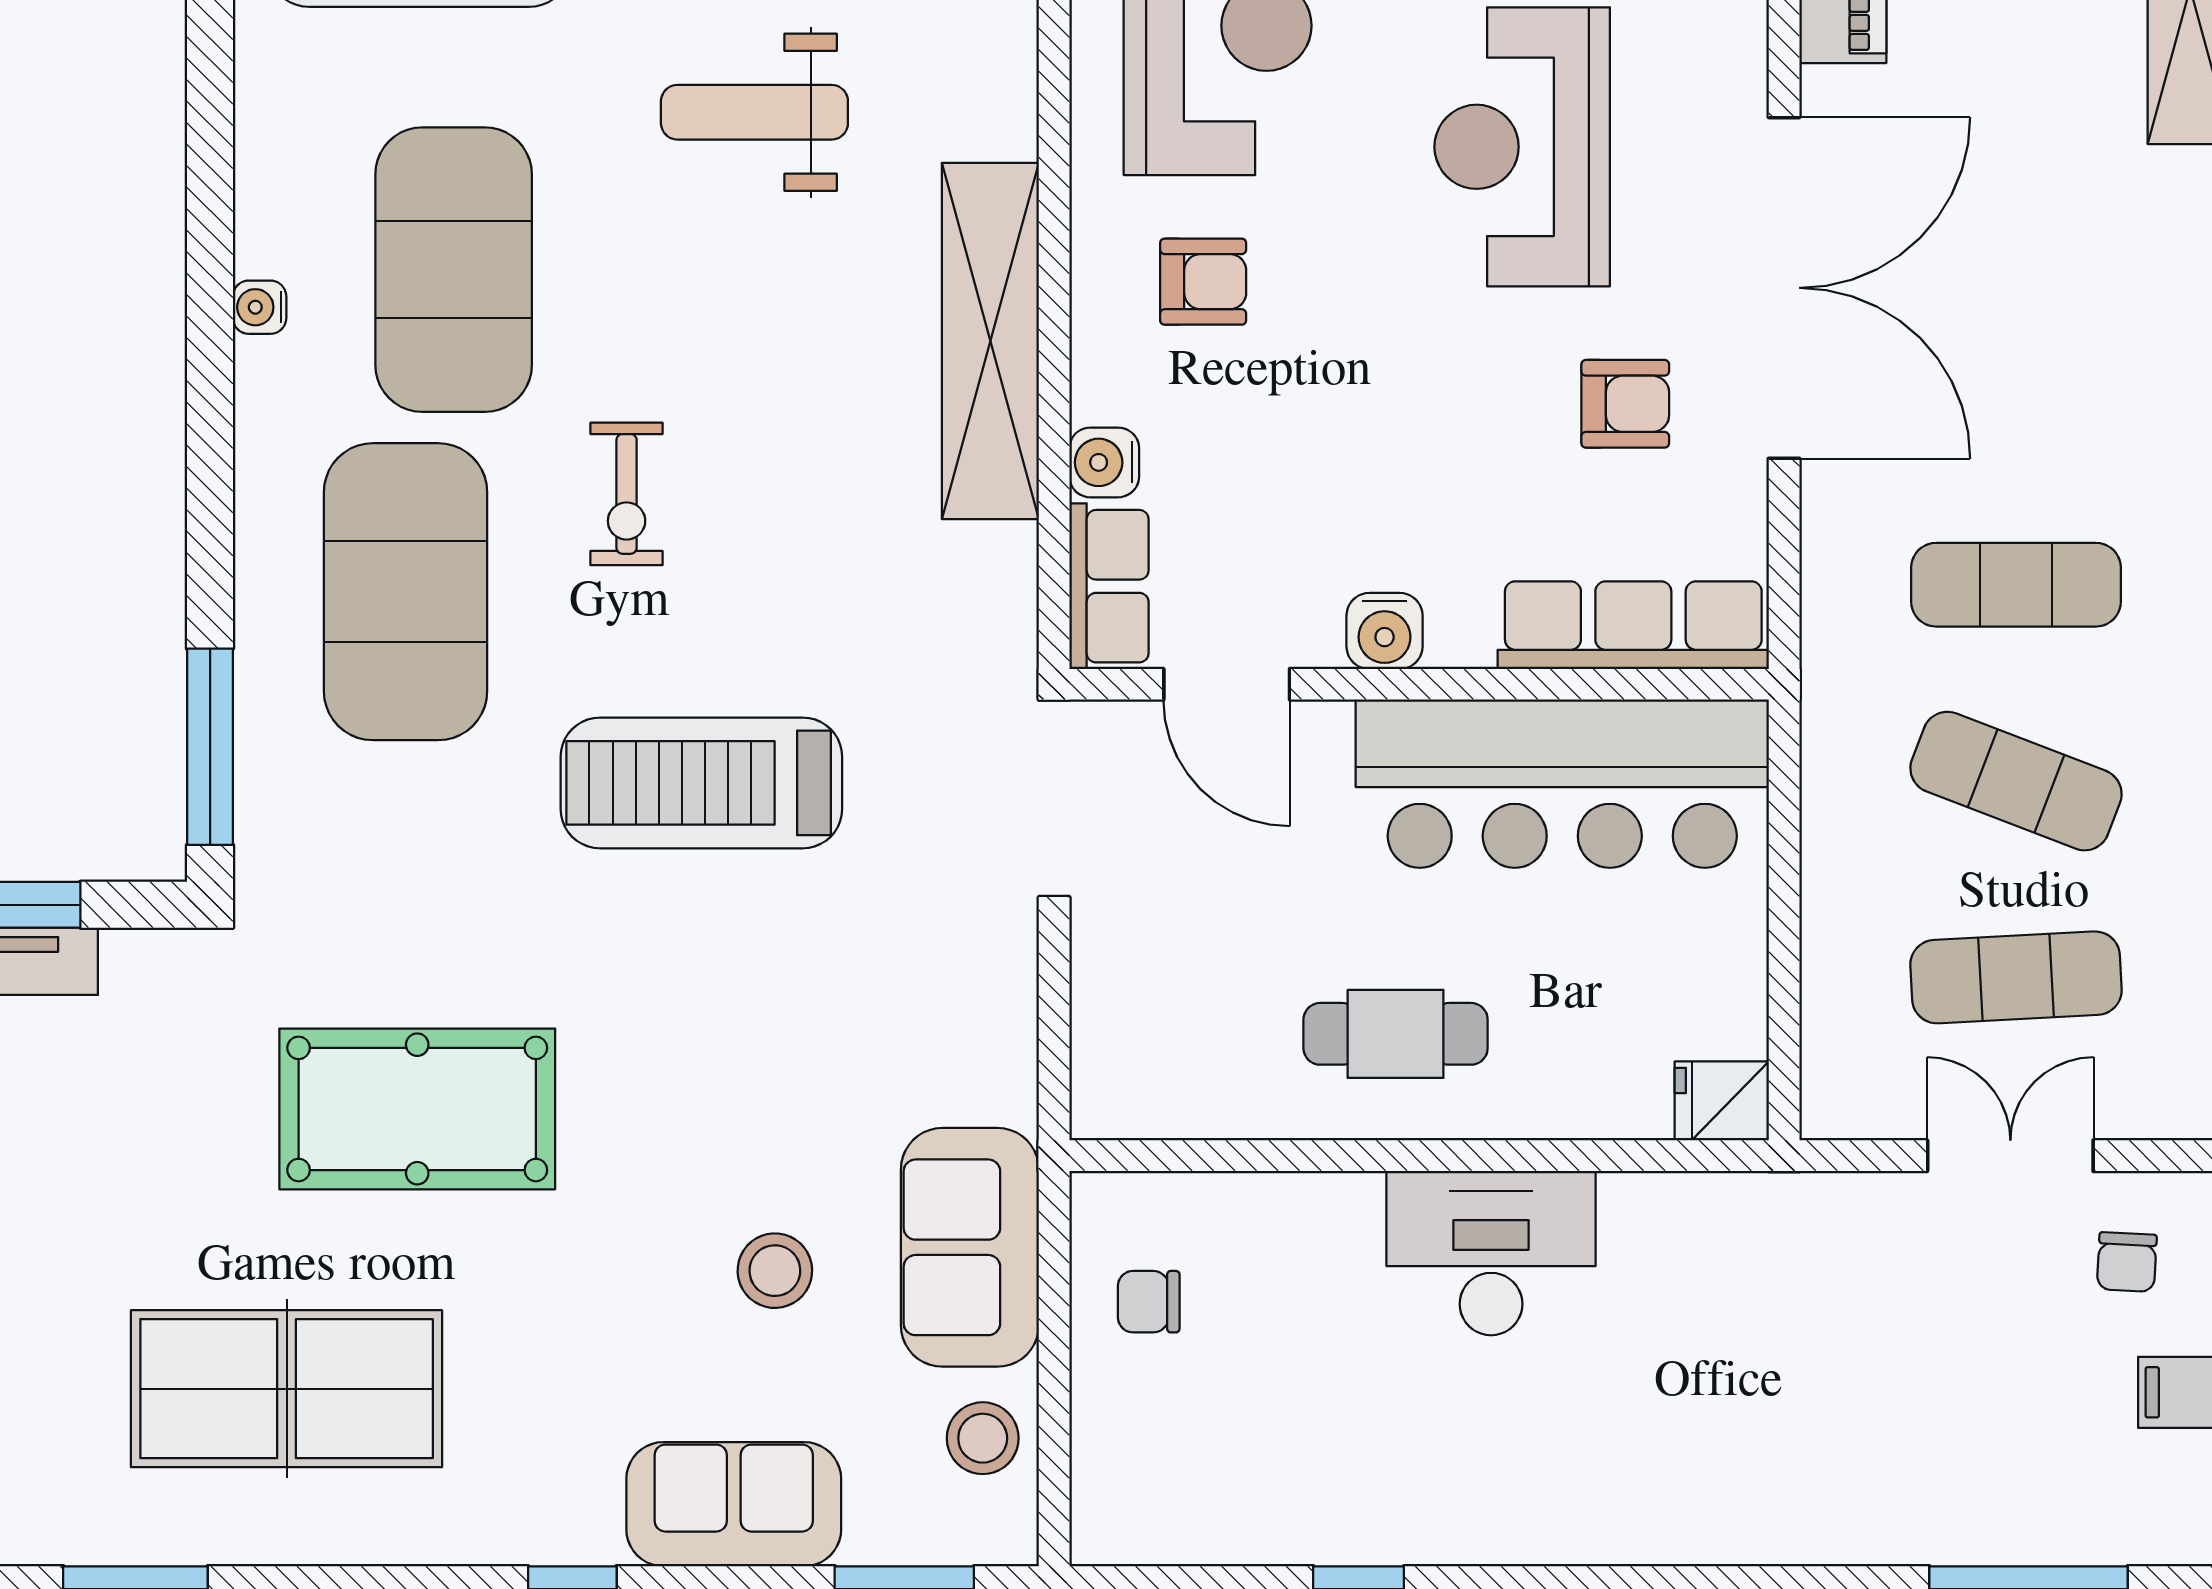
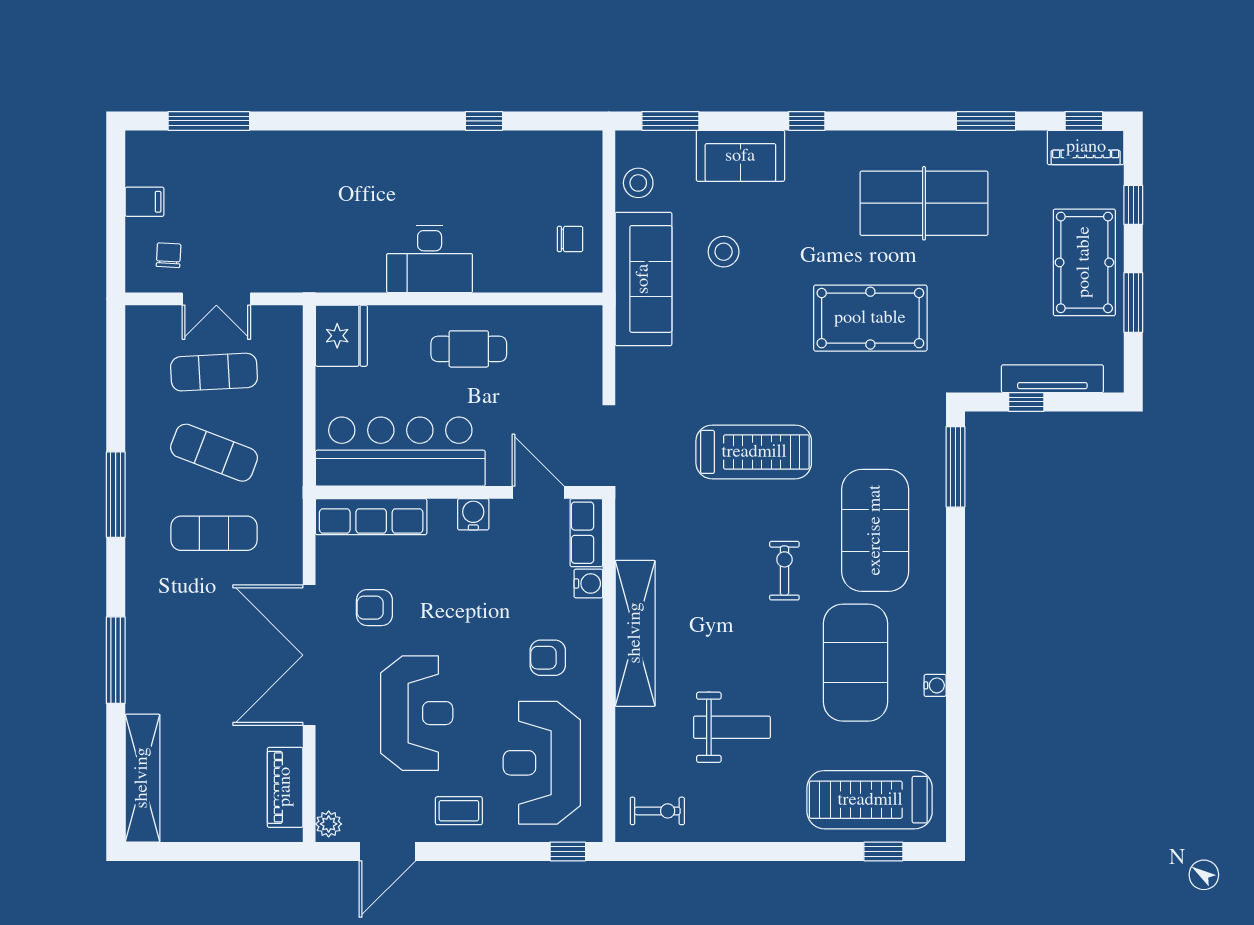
water cooler: (260, 307) -> (935, 685), moved
fridge: (1722, 1101) -> (341, 336), width x1.88, depth x1.34
sofa: (970, 1247) -> (643, 279), width x1.36

